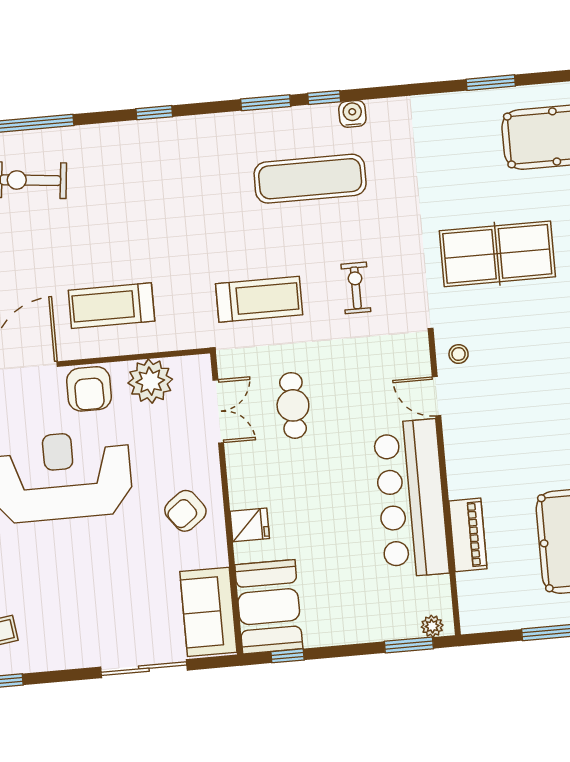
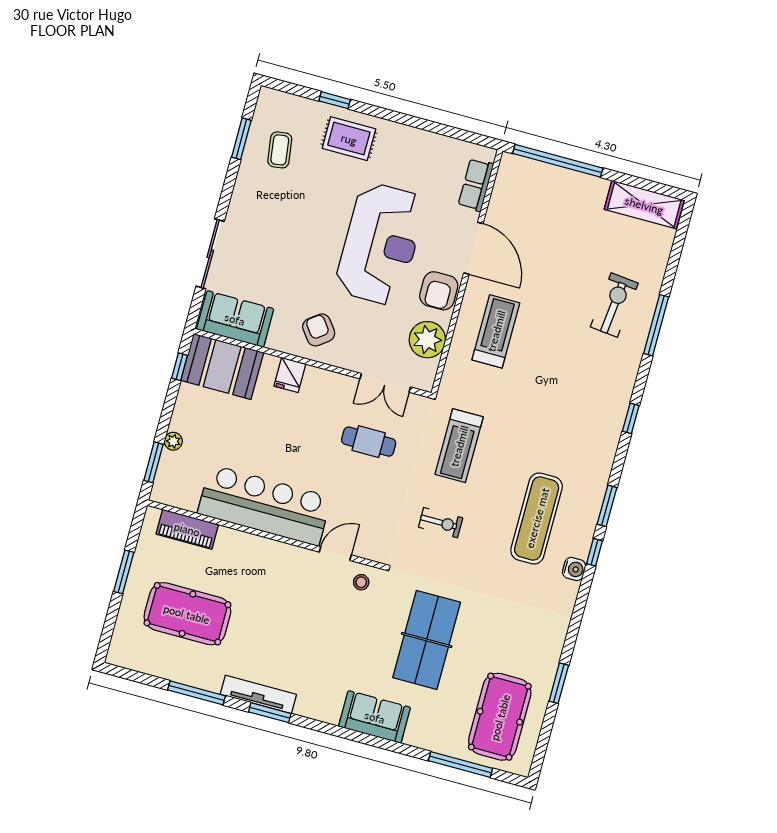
armchair: (89, 389) -> (439, 291), turned -90
piano: (468, 535) -> (187, 529), moved
plant: (432, 626) -> (173, 441), moved

